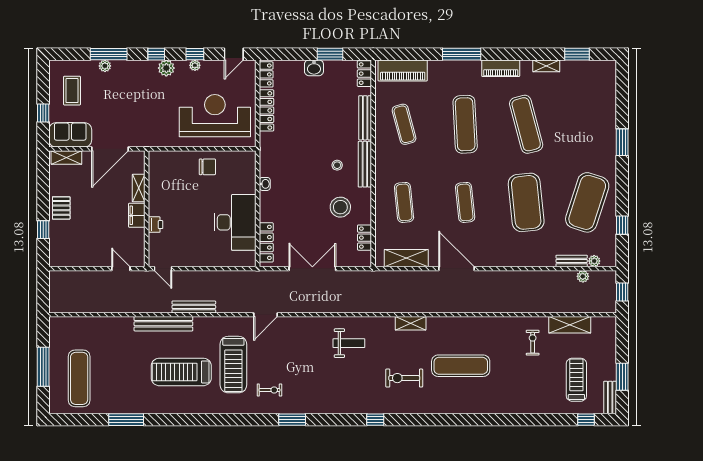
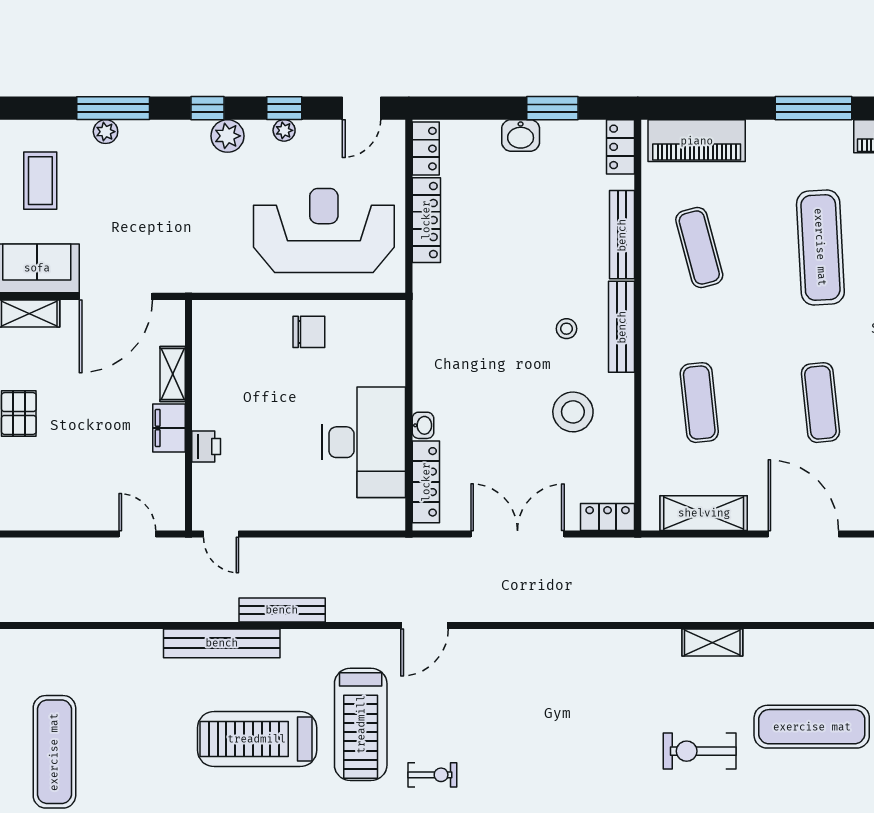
washbasin: (265, 184) -> (423, 425), moved
locker: (364, 238) -> (608, 517), moved, turned 90
weight bench: (349, 343) -> (590, 682), removed

